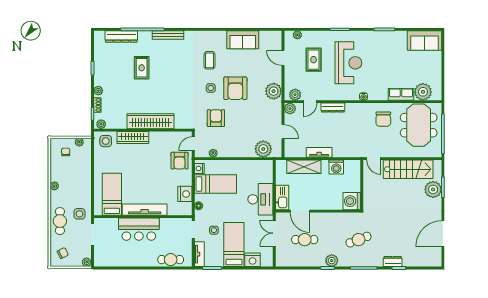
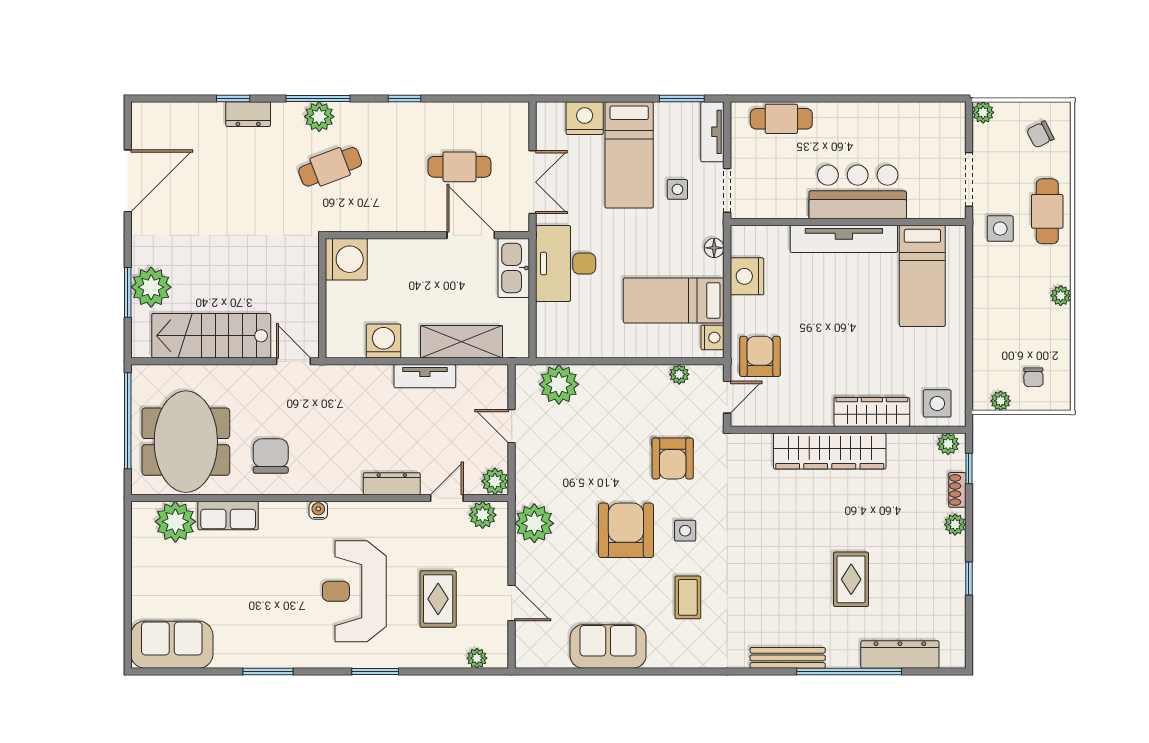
plant: (332, 261) -> (319, 117), moved

